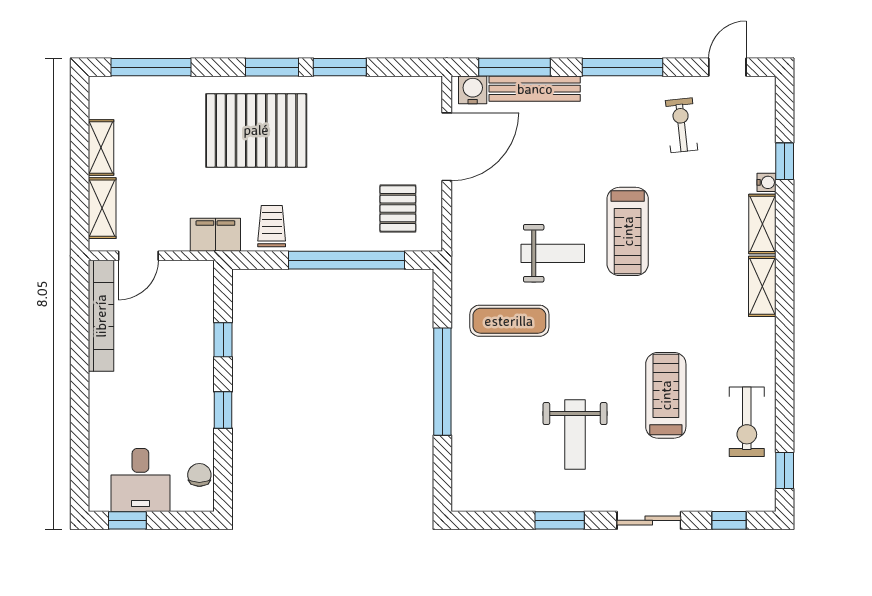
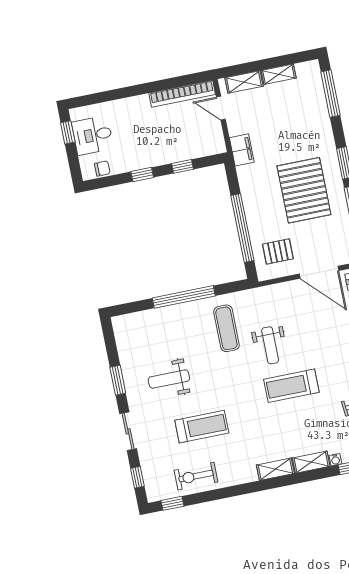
pallet: (256, 130) -> (304, 190), moved
trolley: (272, 226) -> (253, 181), removed

